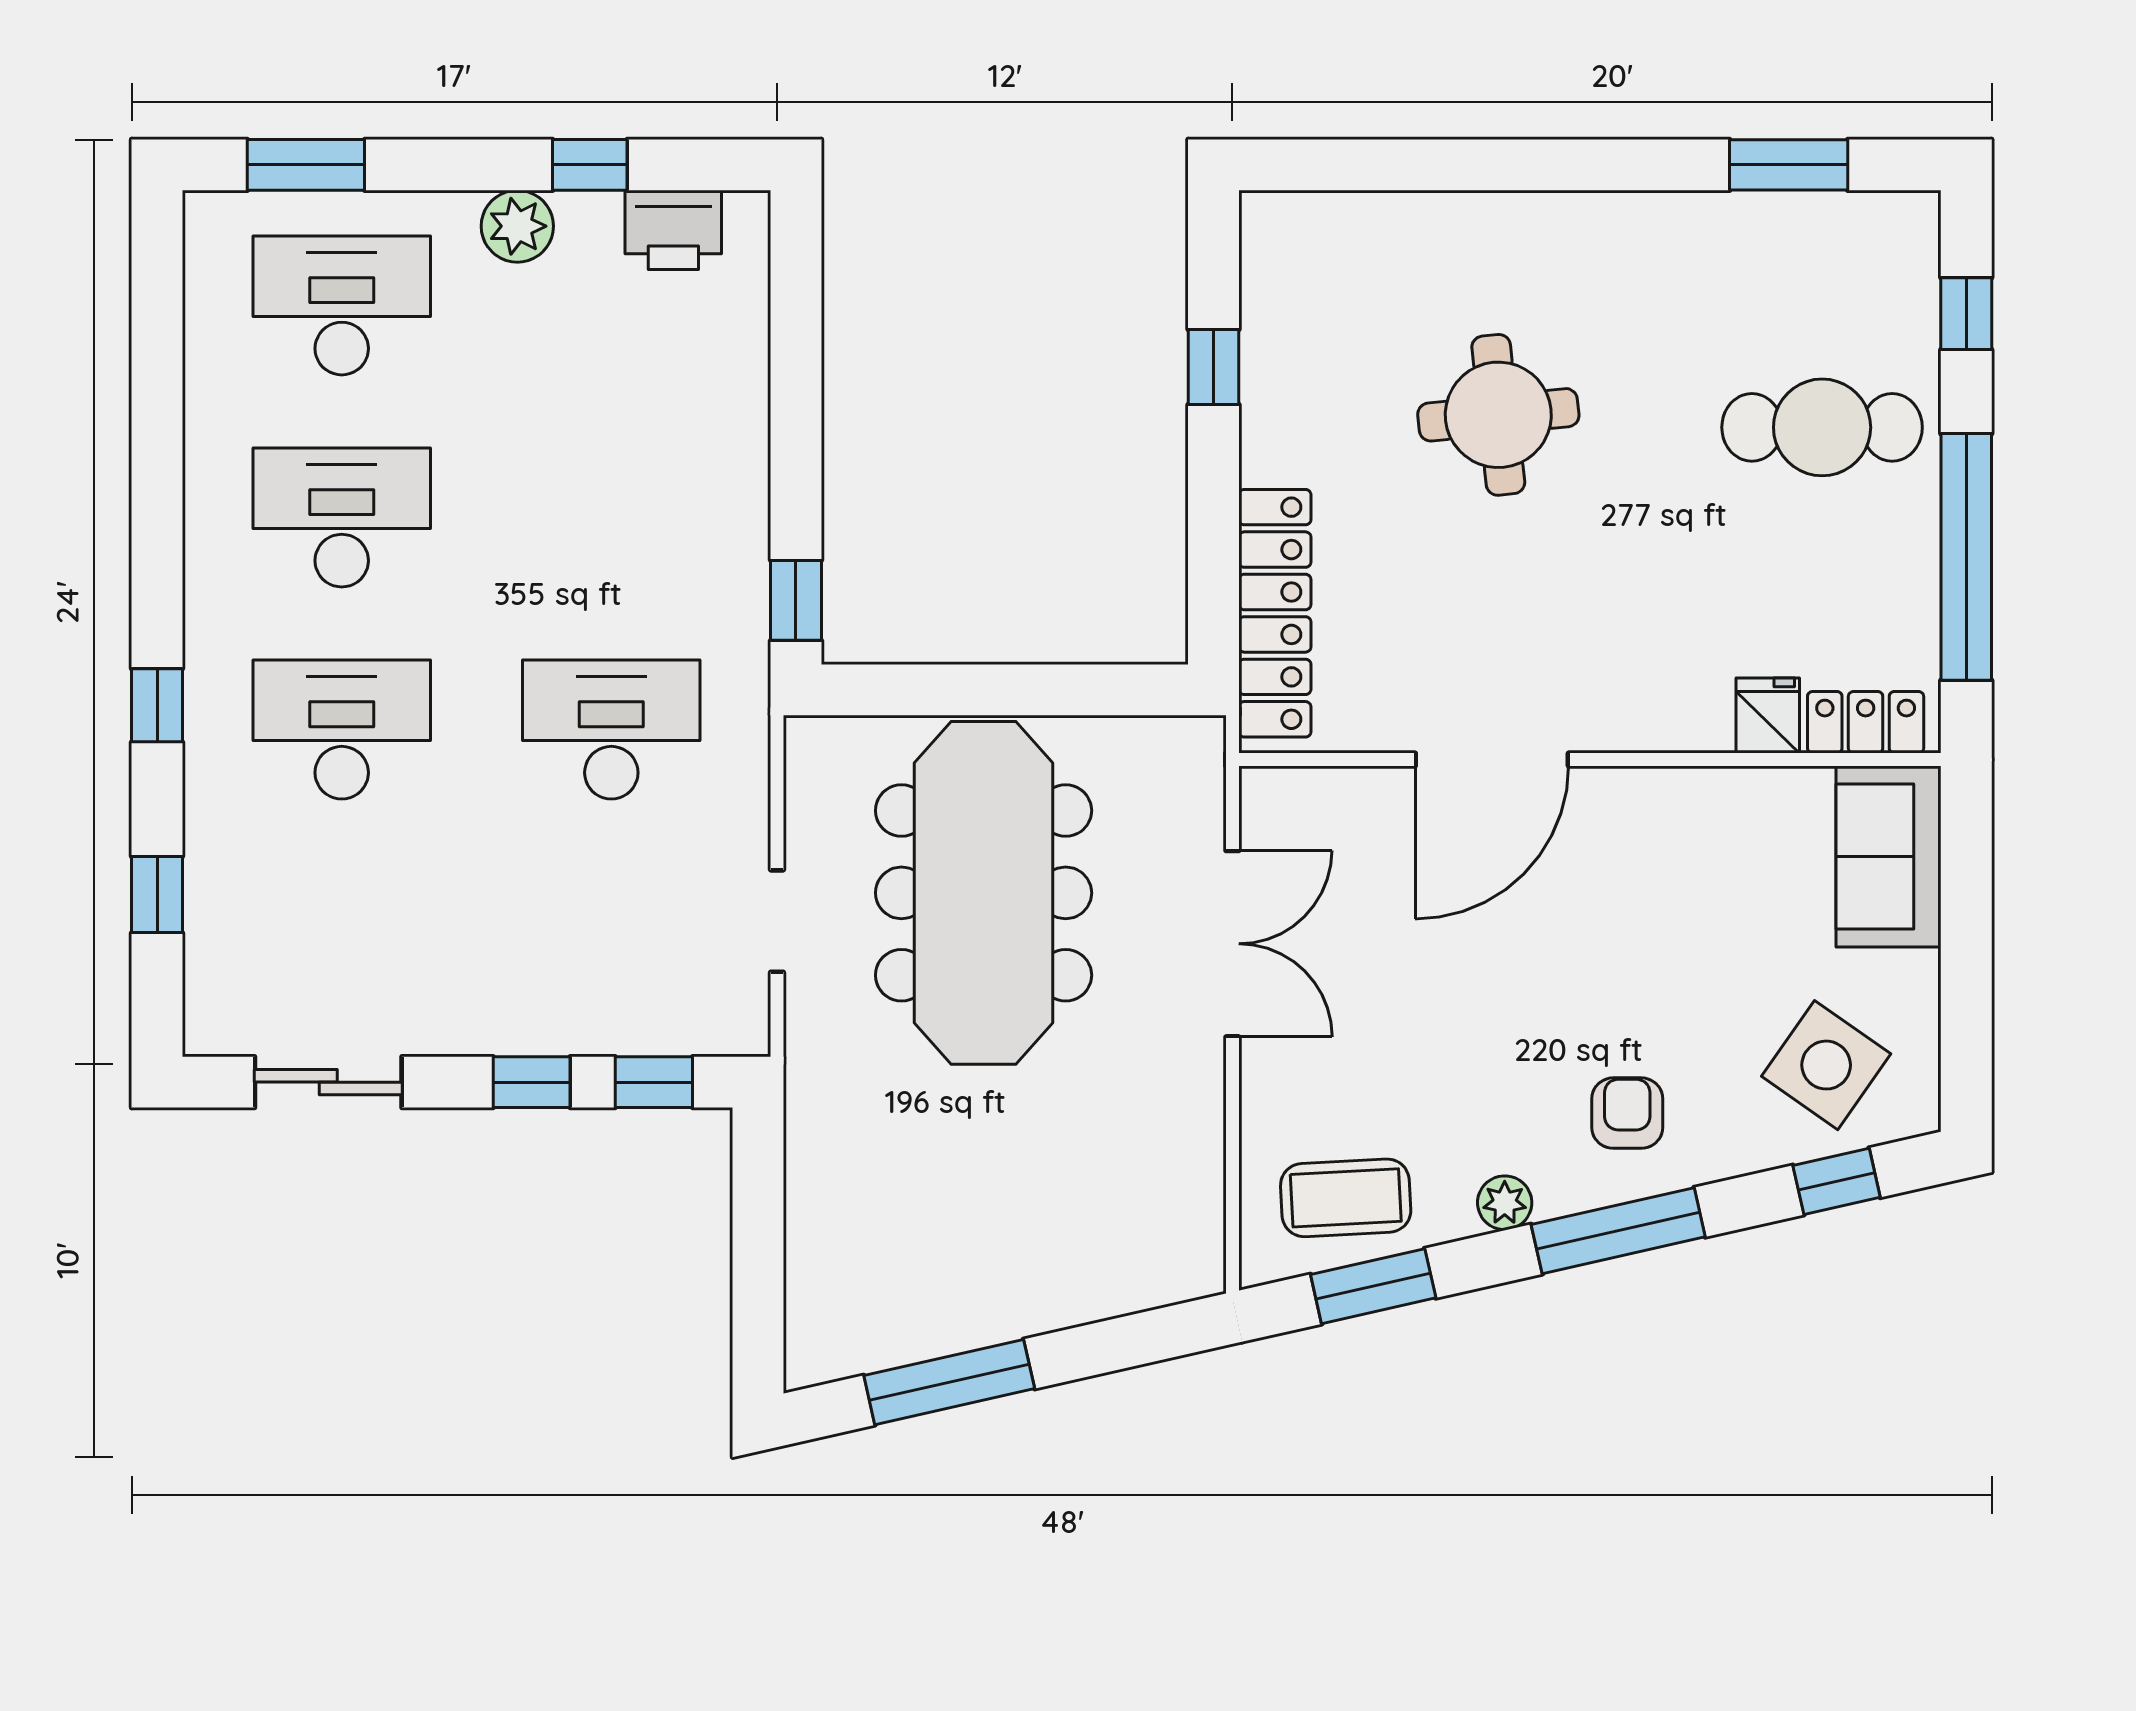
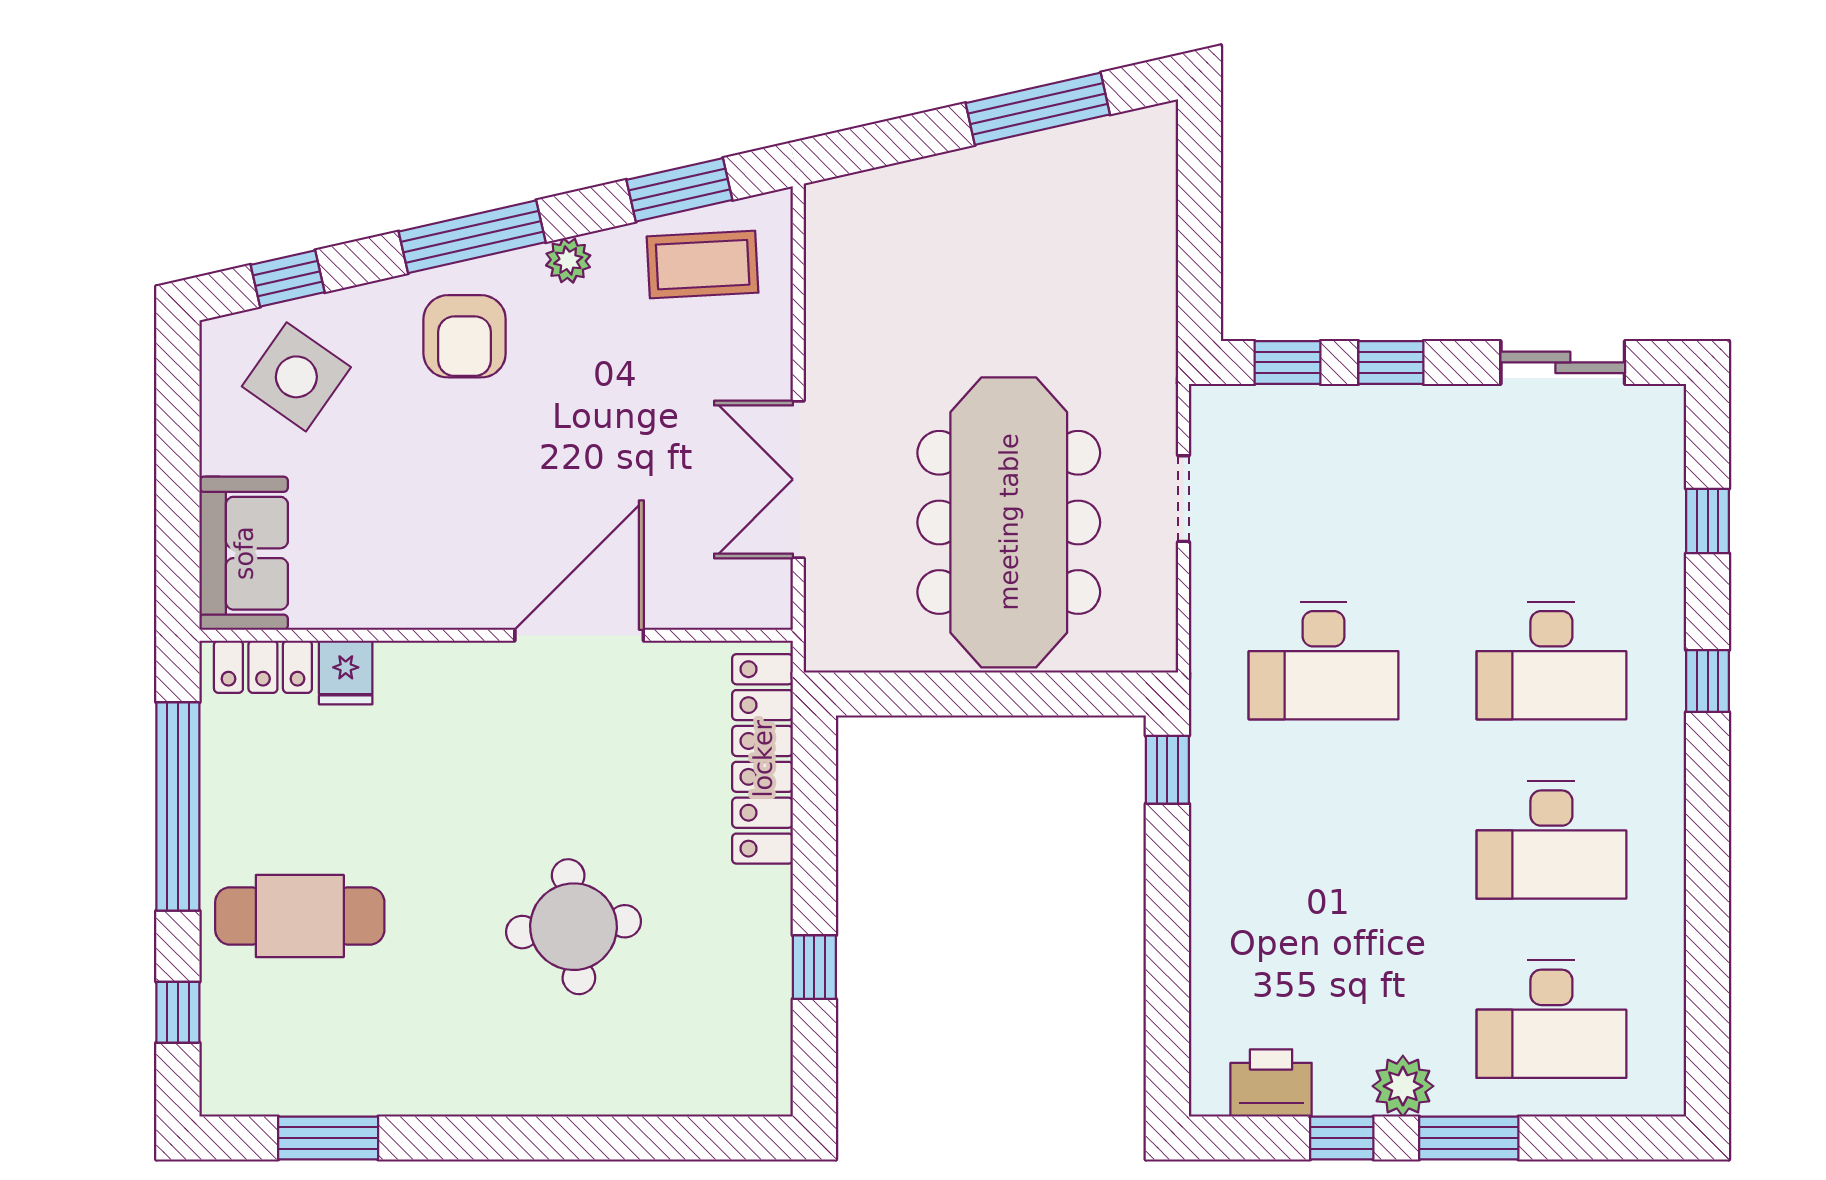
window: (306, 165) -> (1469, 1138), moved
armchair: (1627, 1113) -> (465, 336), width x1.38, depth x1.38

